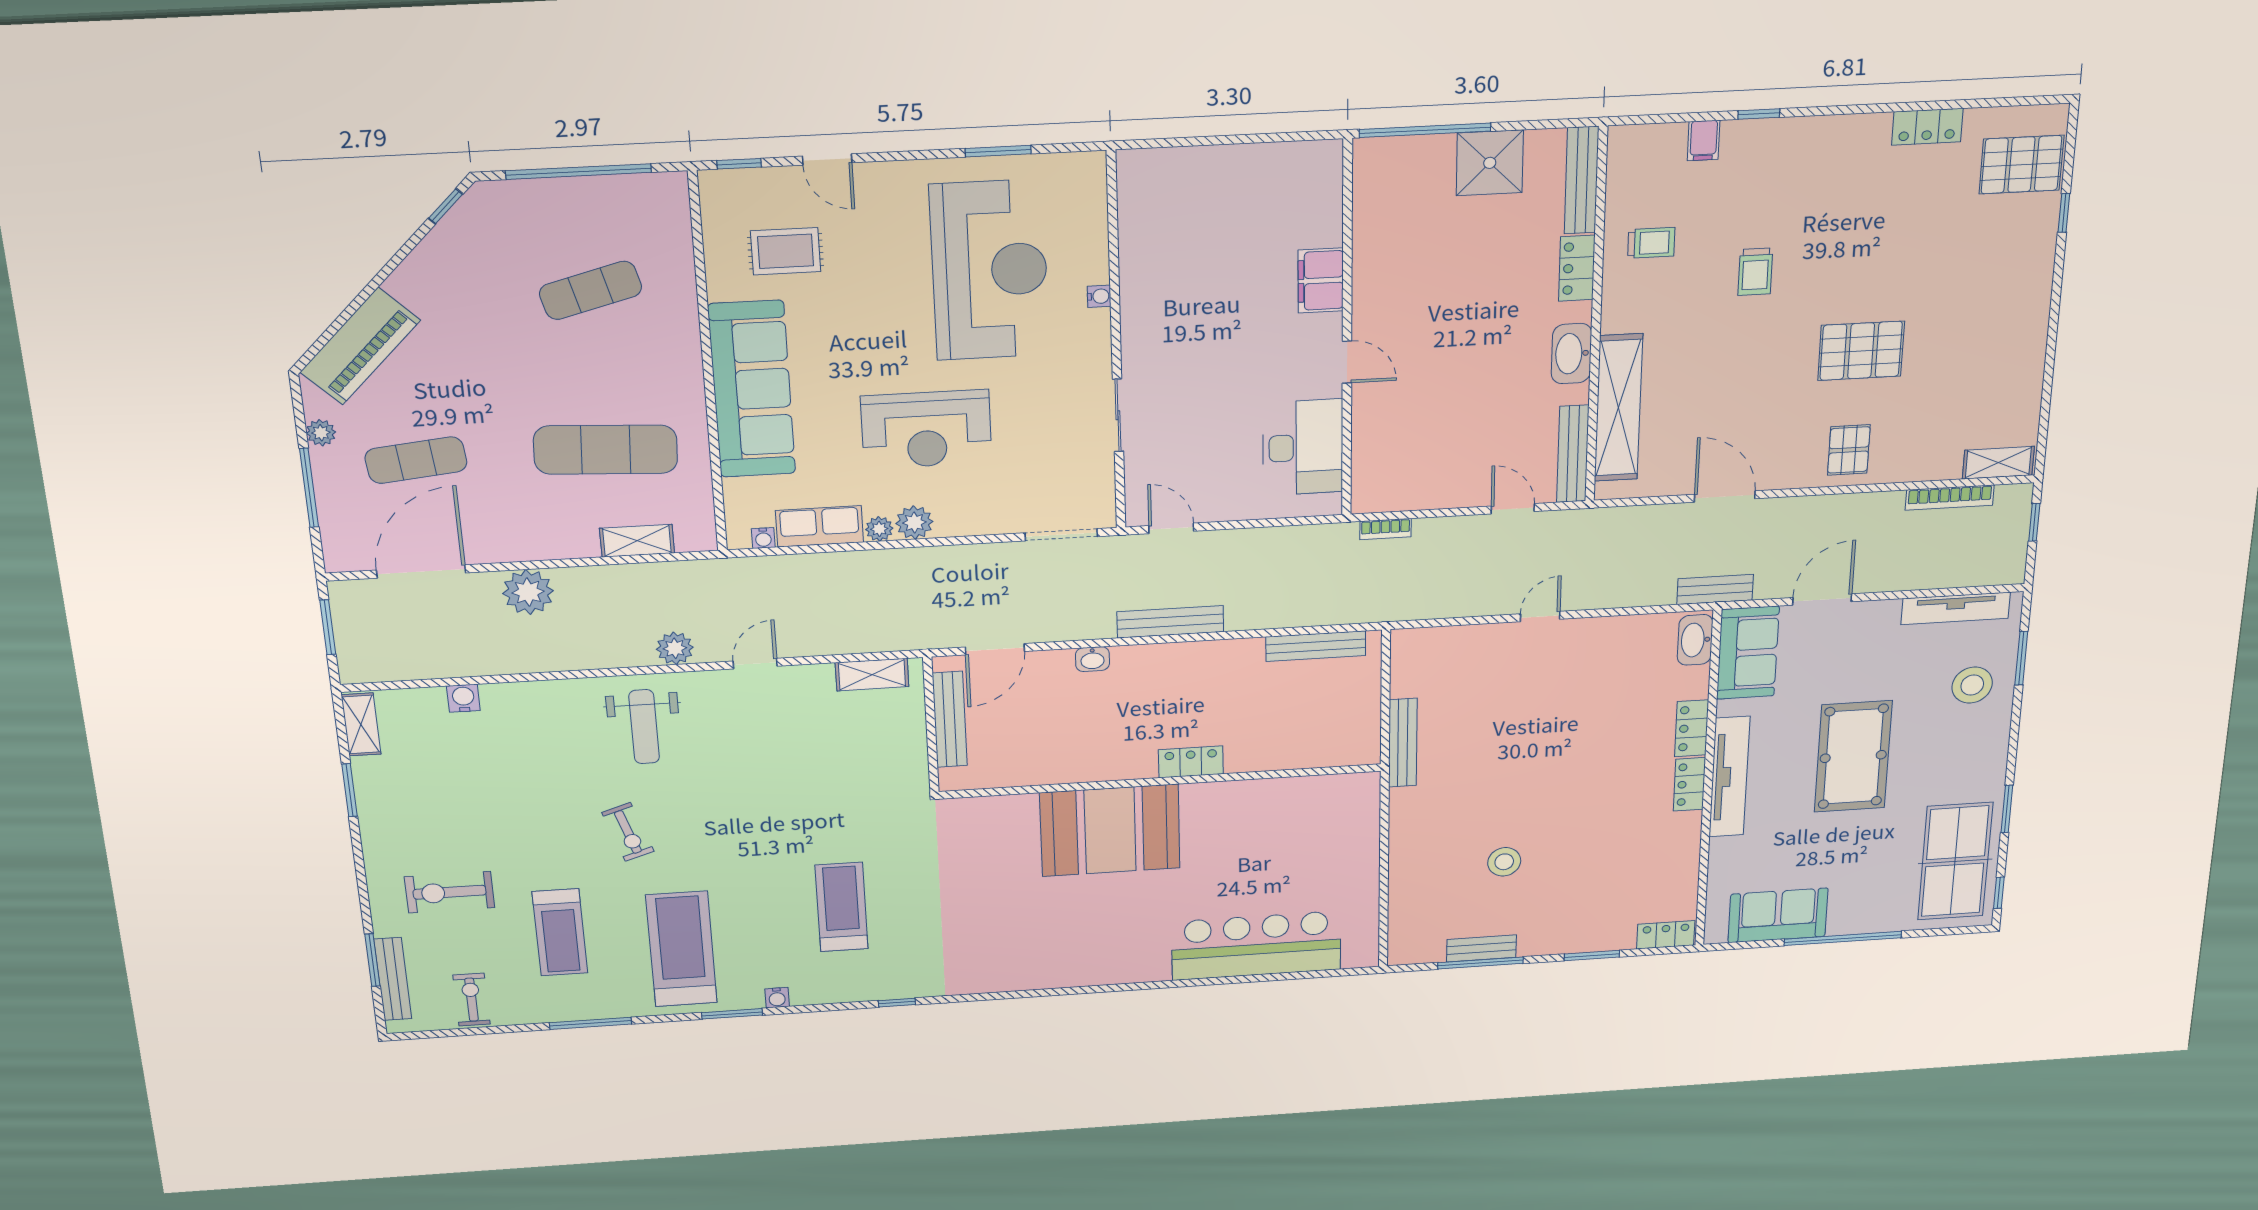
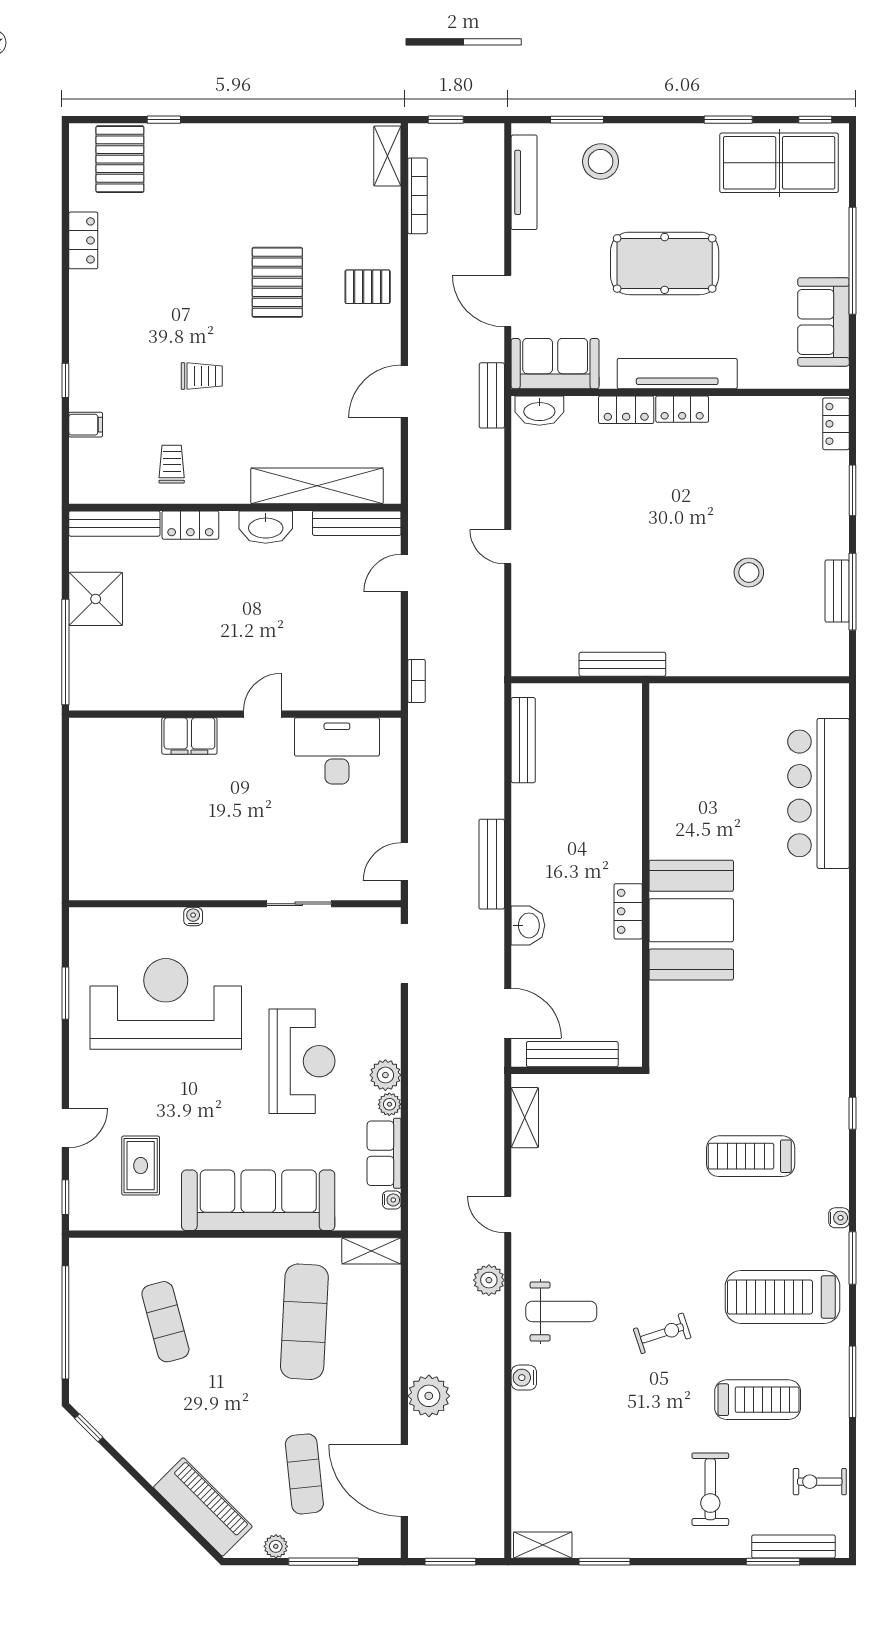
shelving: (637, 541) -> (371, 1251), moved, turned 90
washbasin: (1092, 659) -> (528, 925), width x1.38, depth x1.45
water cooler: (463, 698) -> (524, 1378), moved
locker: (1191, 762) -> (628, 911), moved

